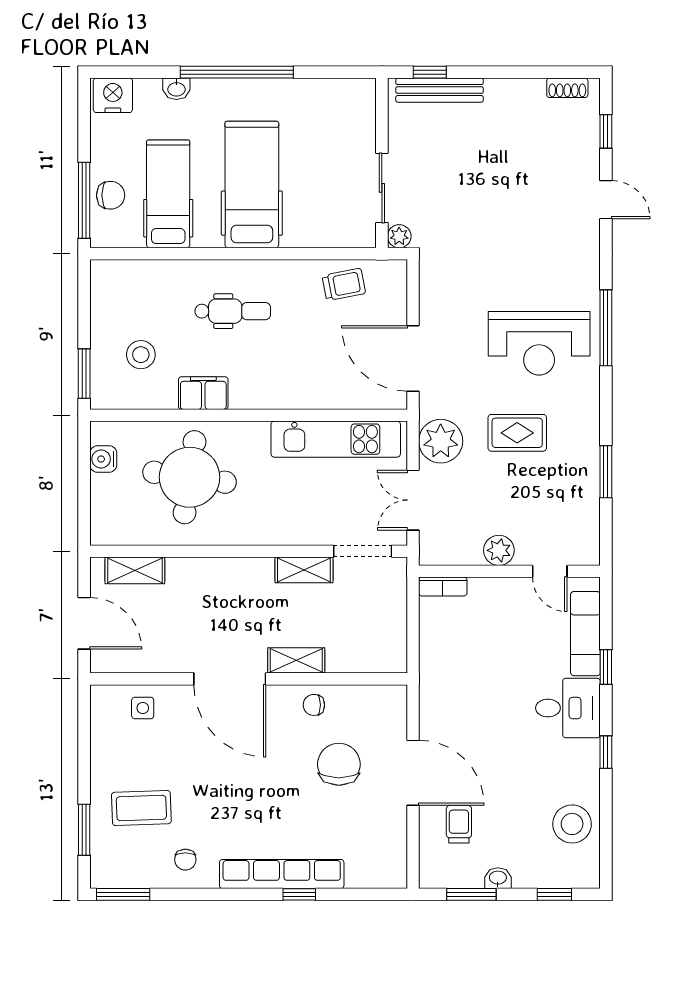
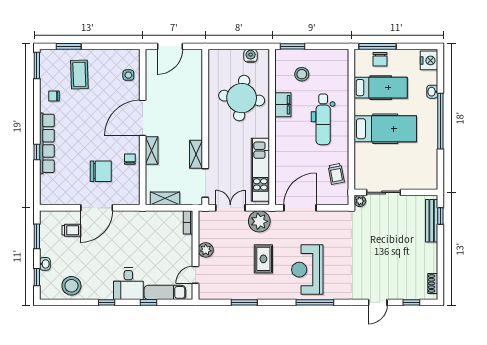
dental chair: (233, 311) -> (323, 119), width x1.36, depth x1.38
shelving: (135, 570) -> (165, 198), moved, turned 90
washbasin: (498, 878) -> (45, 264), moved

